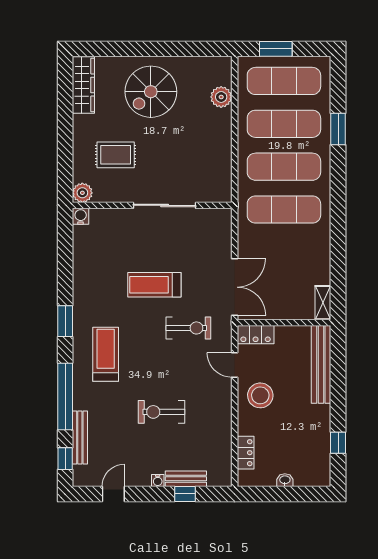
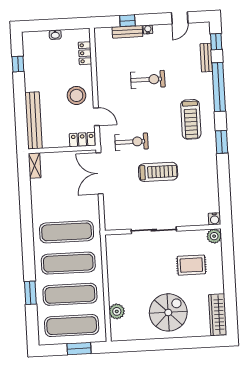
exercise bike: (188, 328) -> (131, 142), turned 180
bench: (80, 438) -> (206, 58), width x0.73

